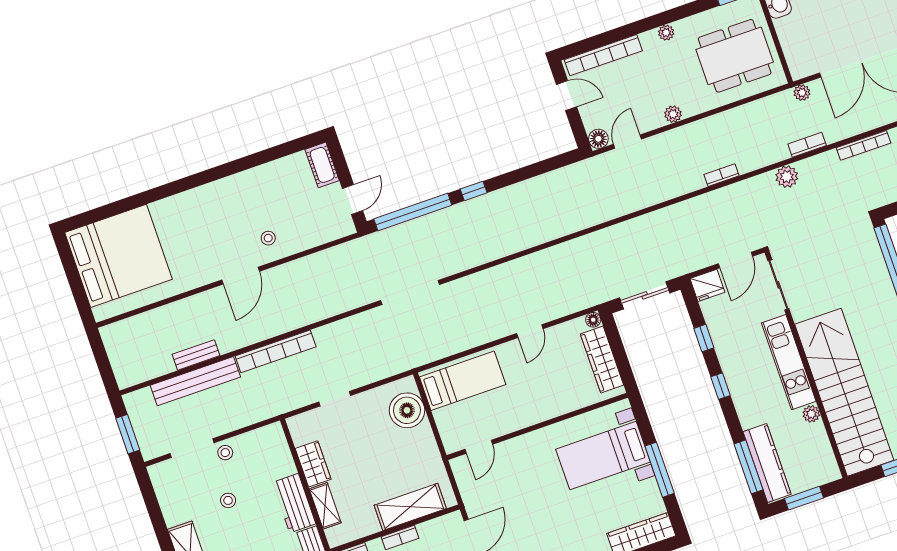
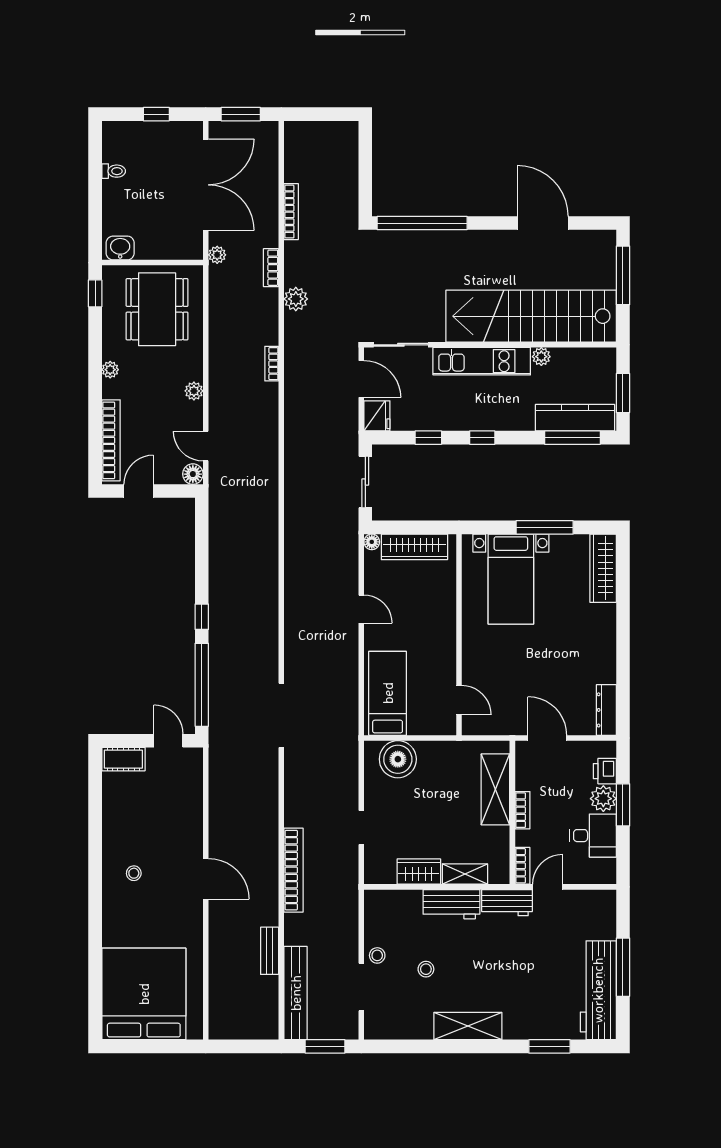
stool: (268, 238) -> (134, 873), moved
bench: (195, 381) -> (296, 993), moved

